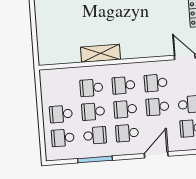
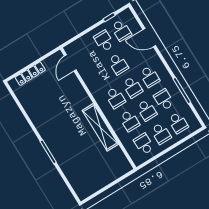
shelving: (101, 53) -> (100, 127), width x1.47
school desk: (156, 83) -> (144, 144), moved, turned 180
door: (156, 155) -> (149, 38), moved

